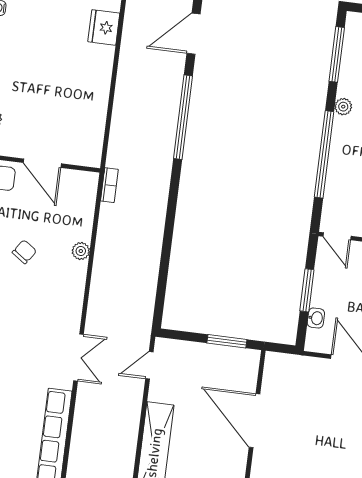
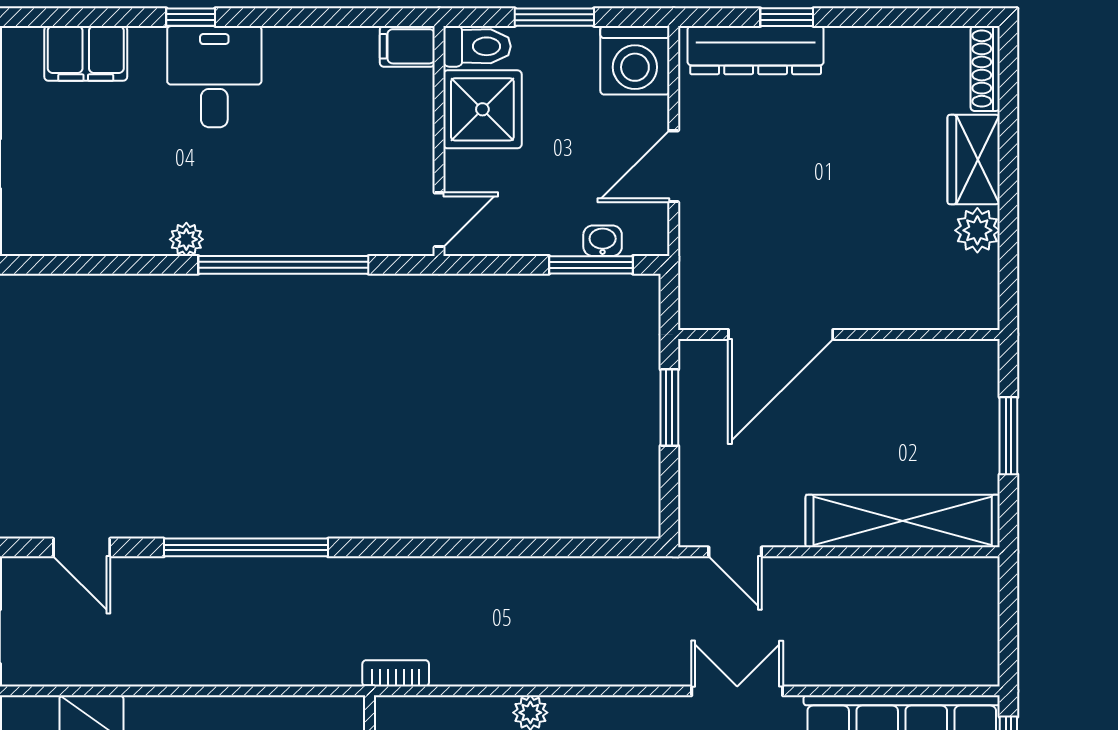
door: (193, 34) -> (82, 547), width x0.73
window: (337, 54) -> (87, 265), removed
window: (307, 290) -> (591, 265), moved
door: (255, 421) -> (781, 334), moved

